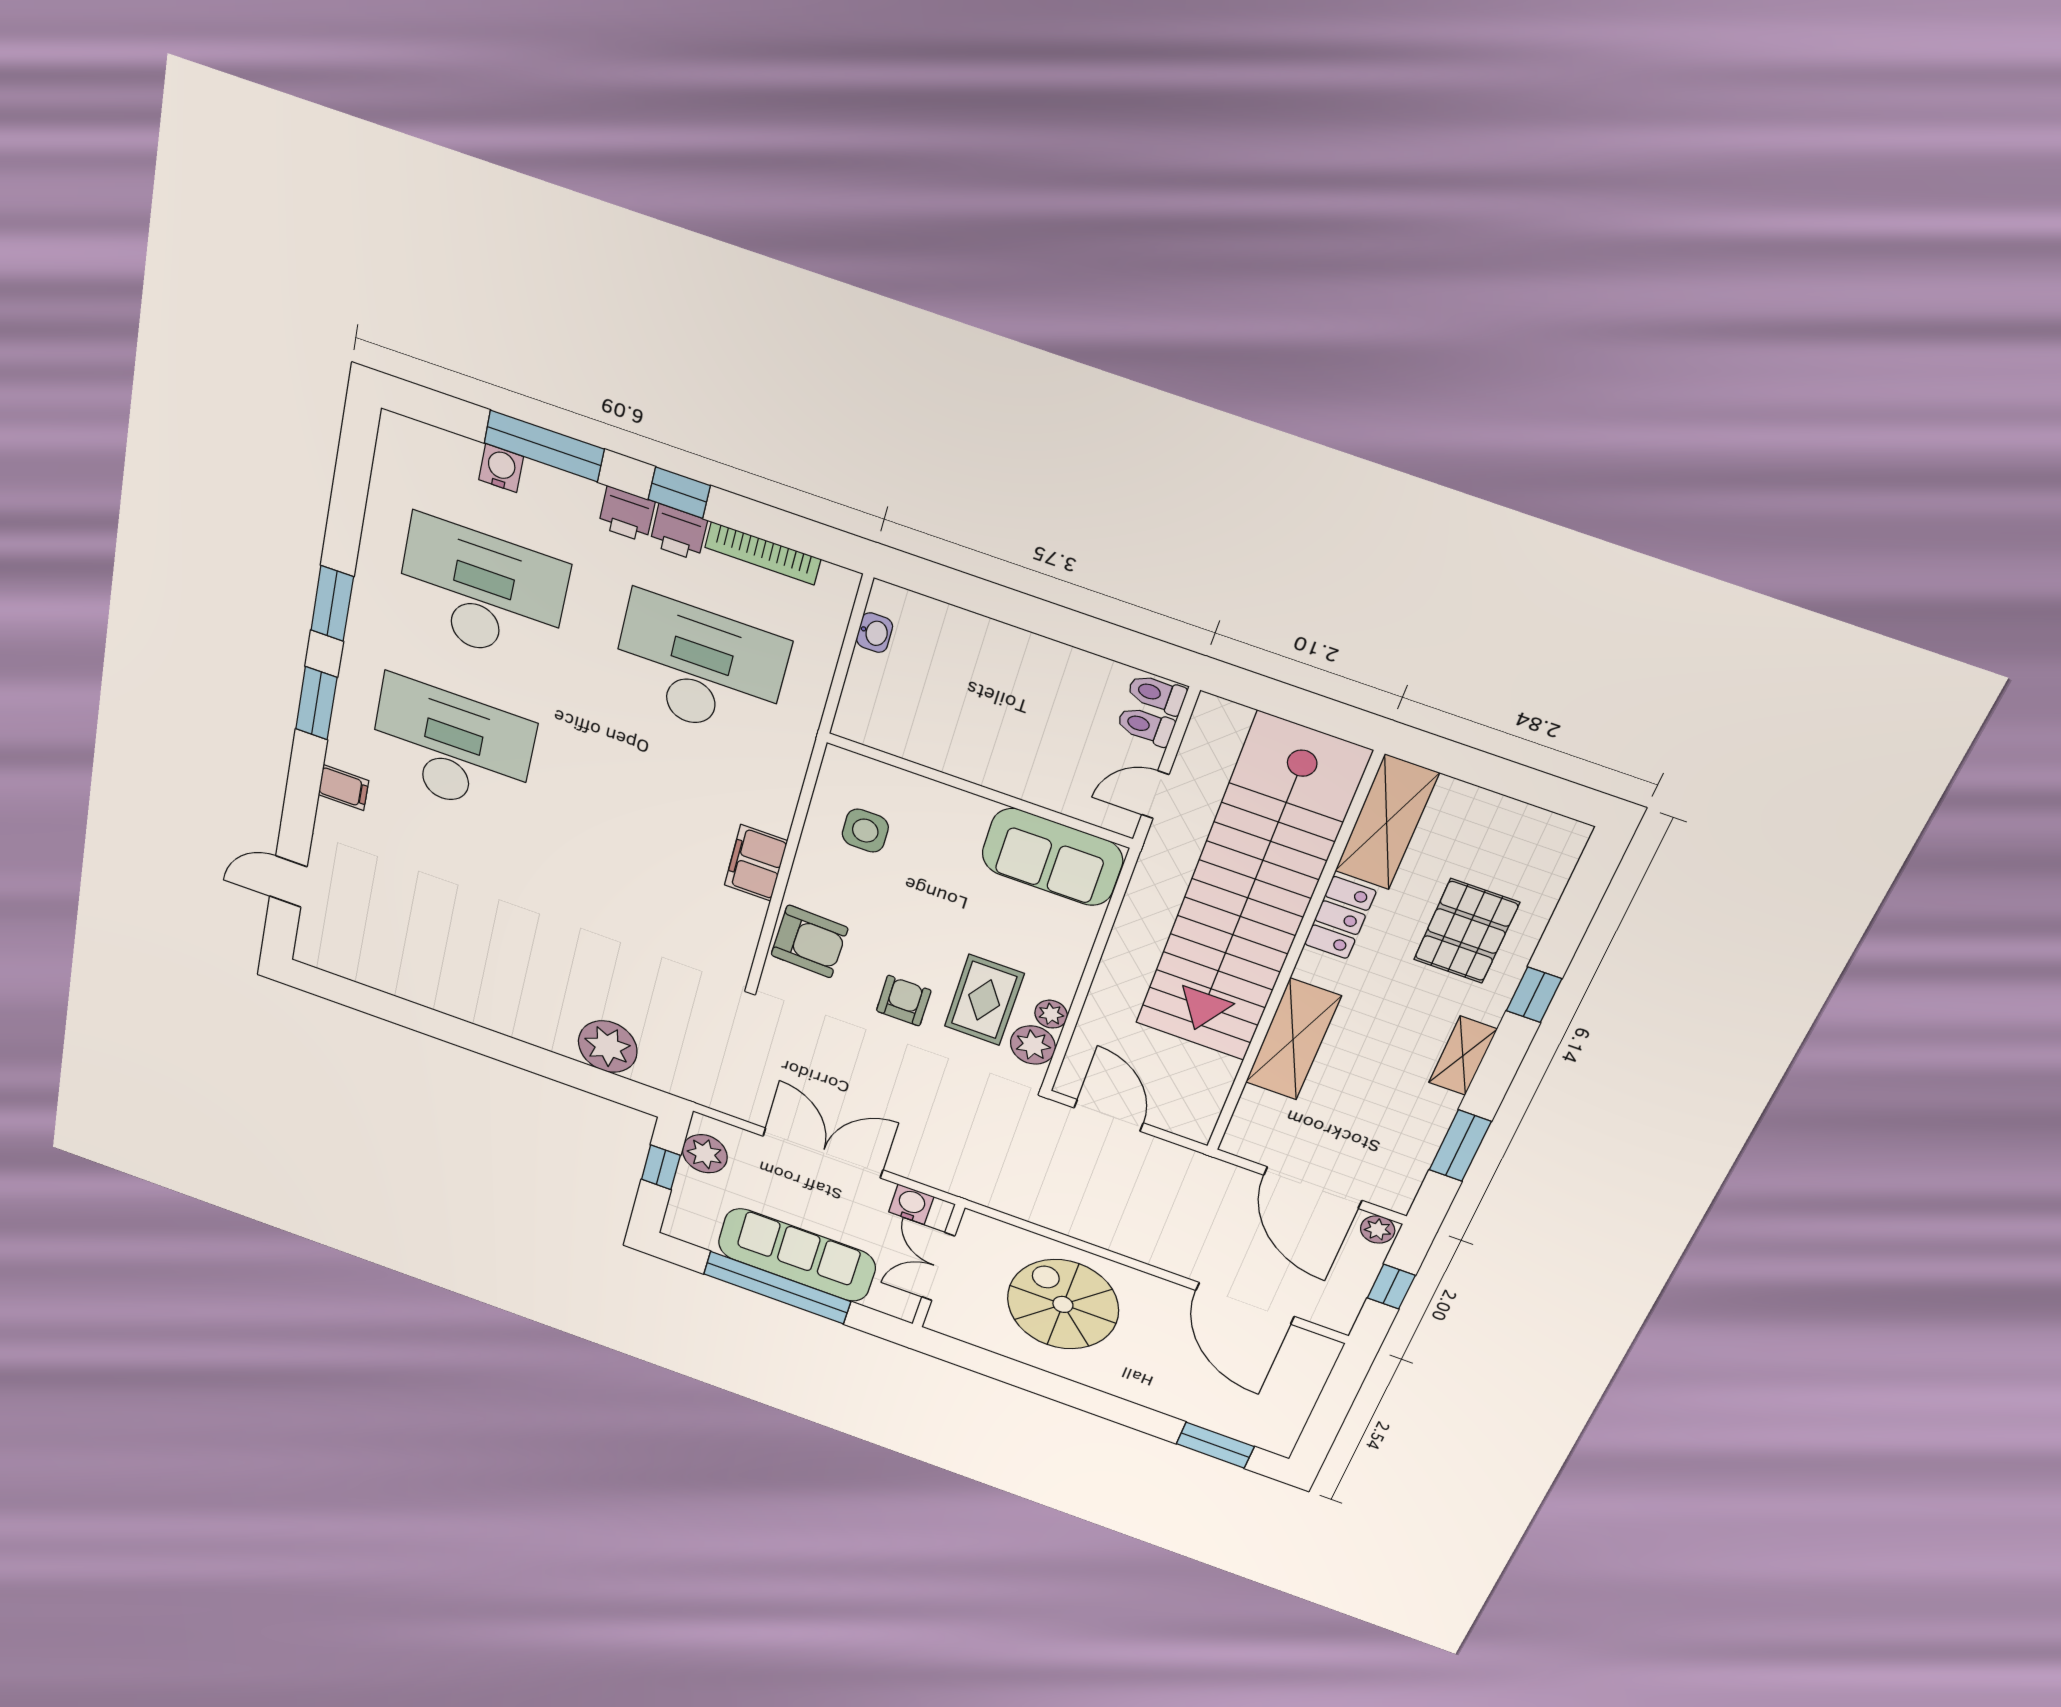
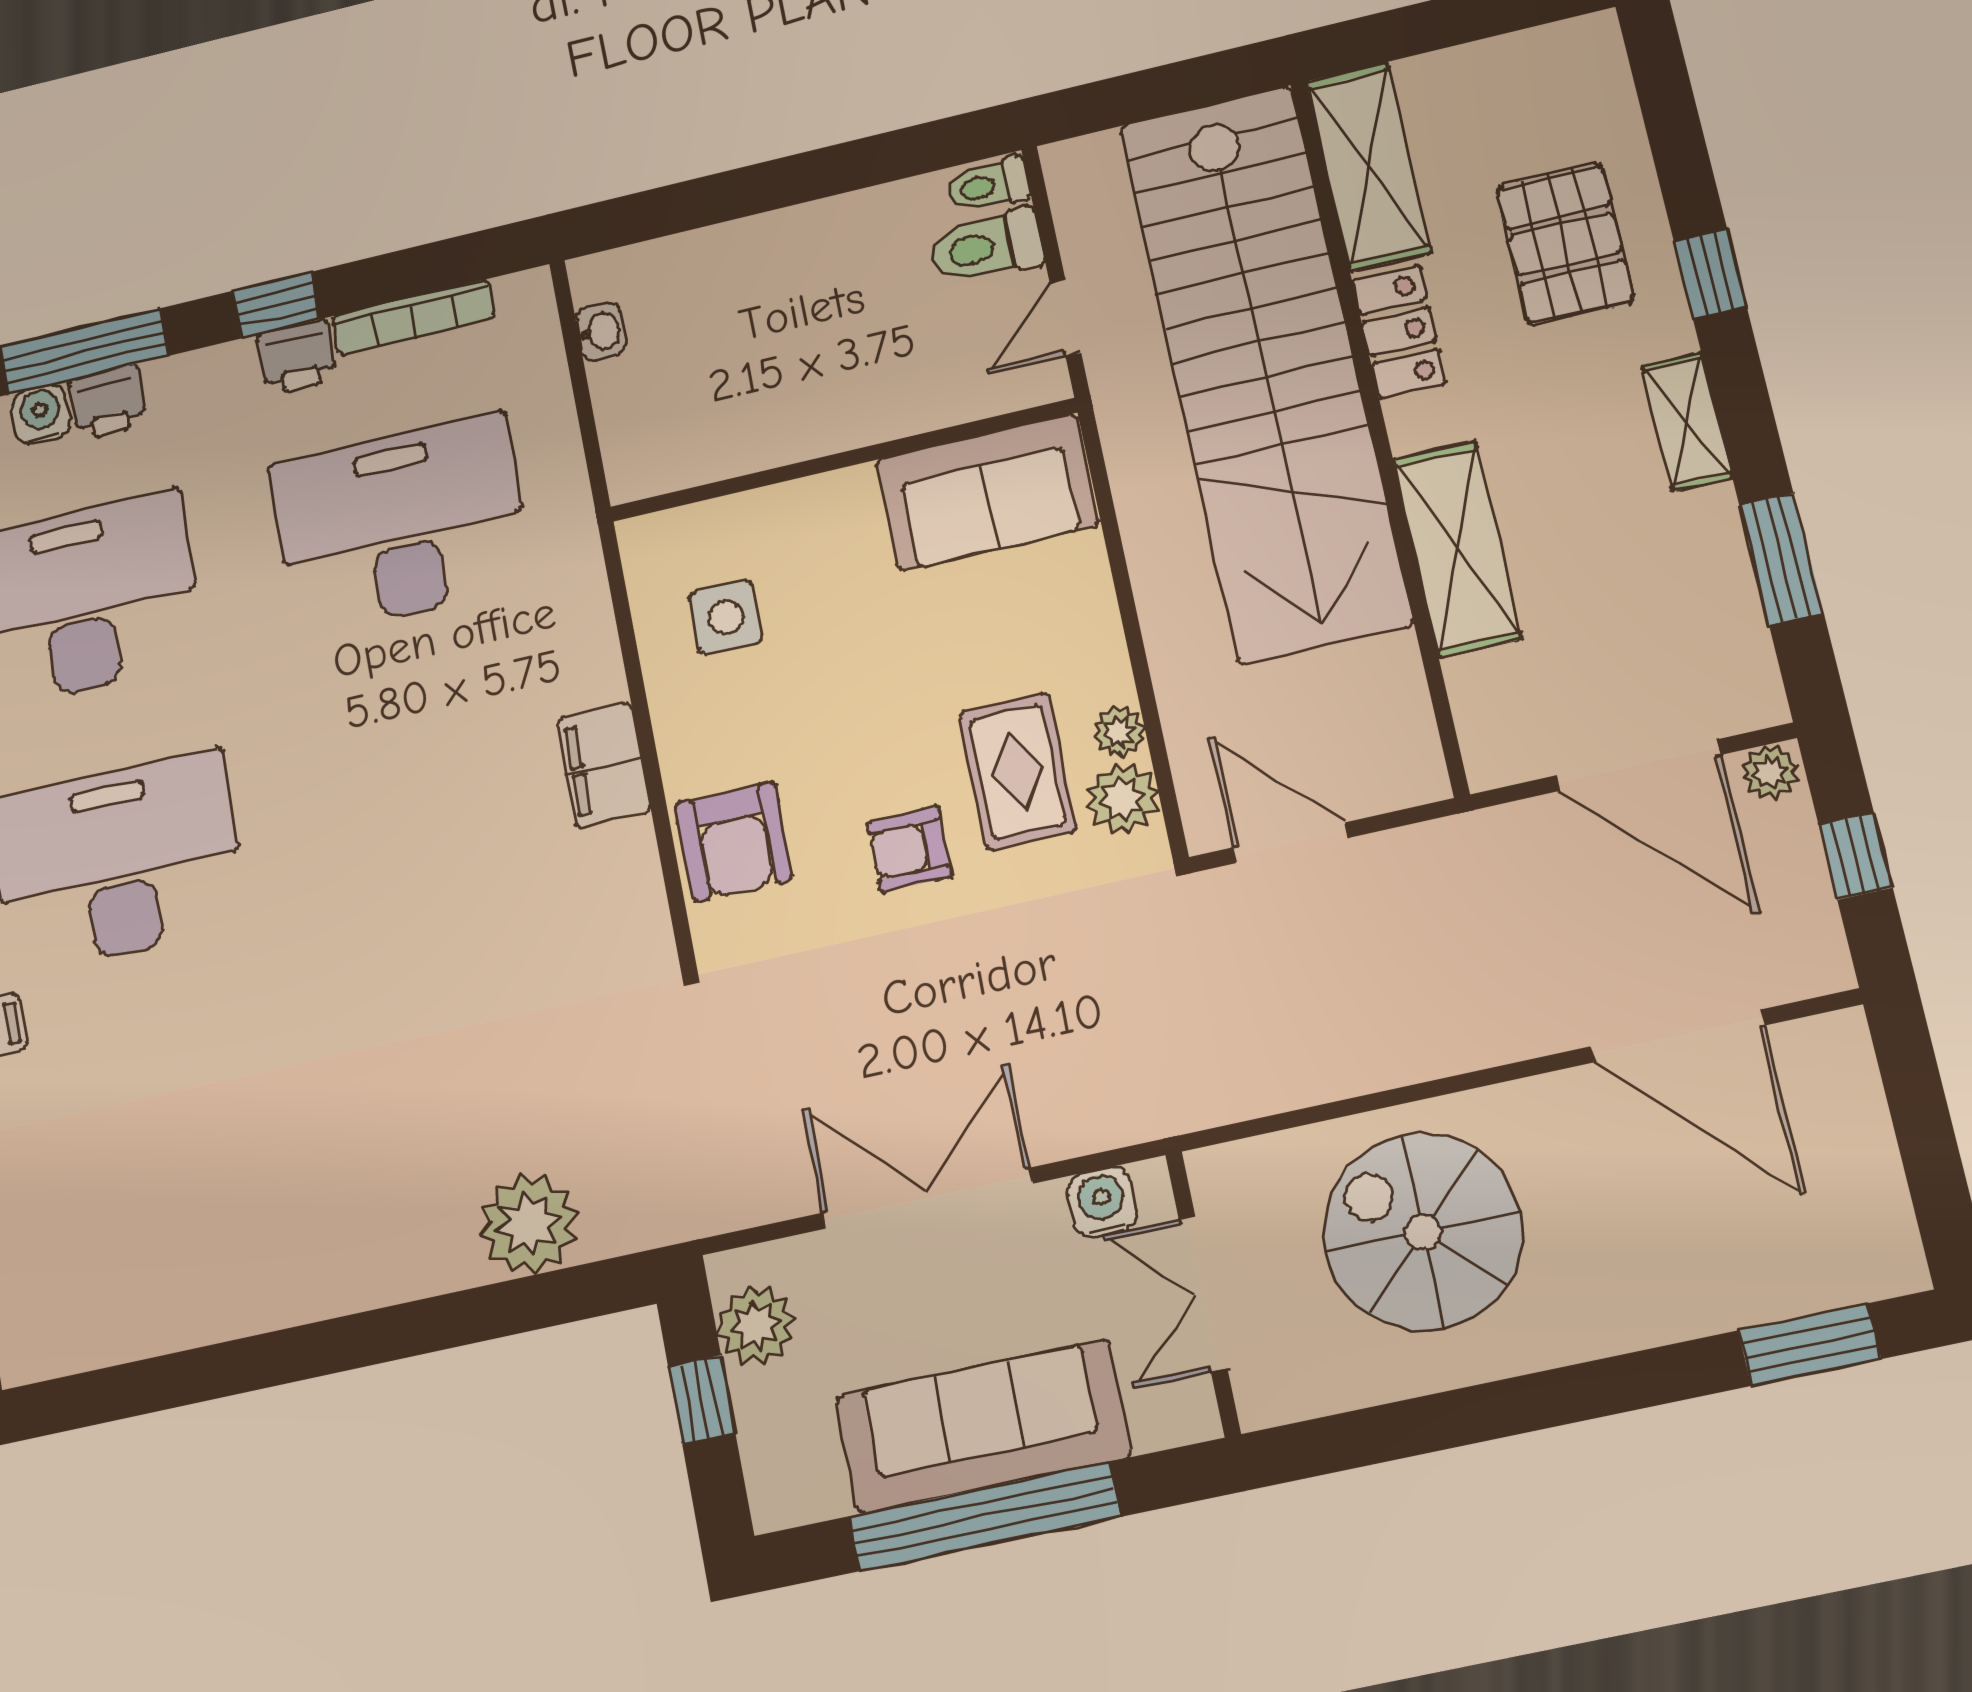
printer: (627, 514) -> (108, 402), moved
toilet: (1146, 726) -> (986, 247), width x1.37, depth x1.39
armchair: (809, 942) -> (734, 841), turned 88
armchair: (904, 1001) -> (910, 849), turned -90

